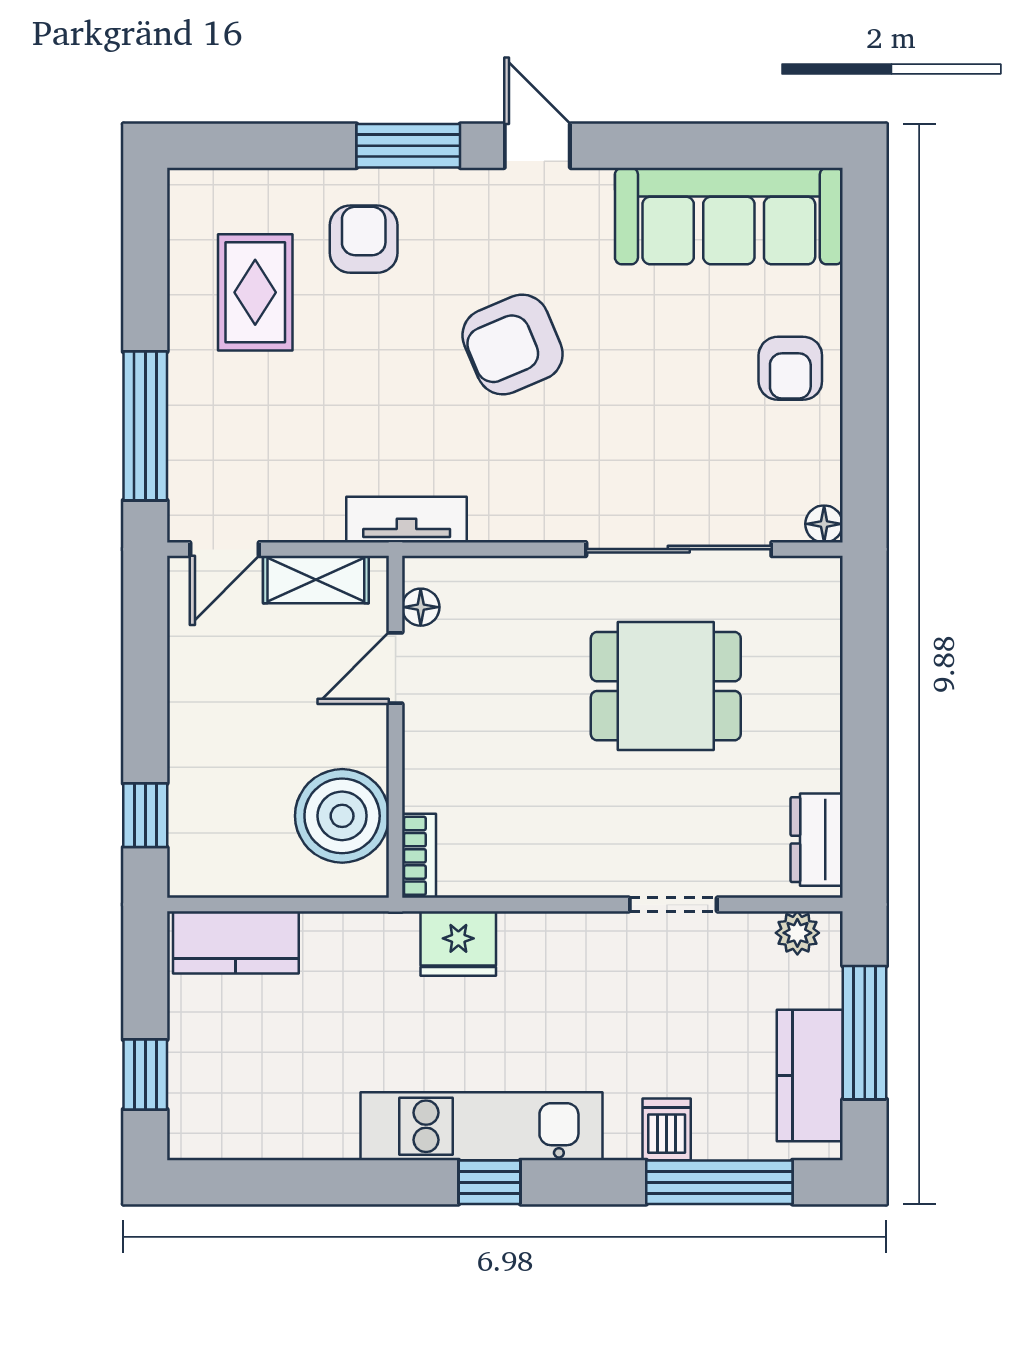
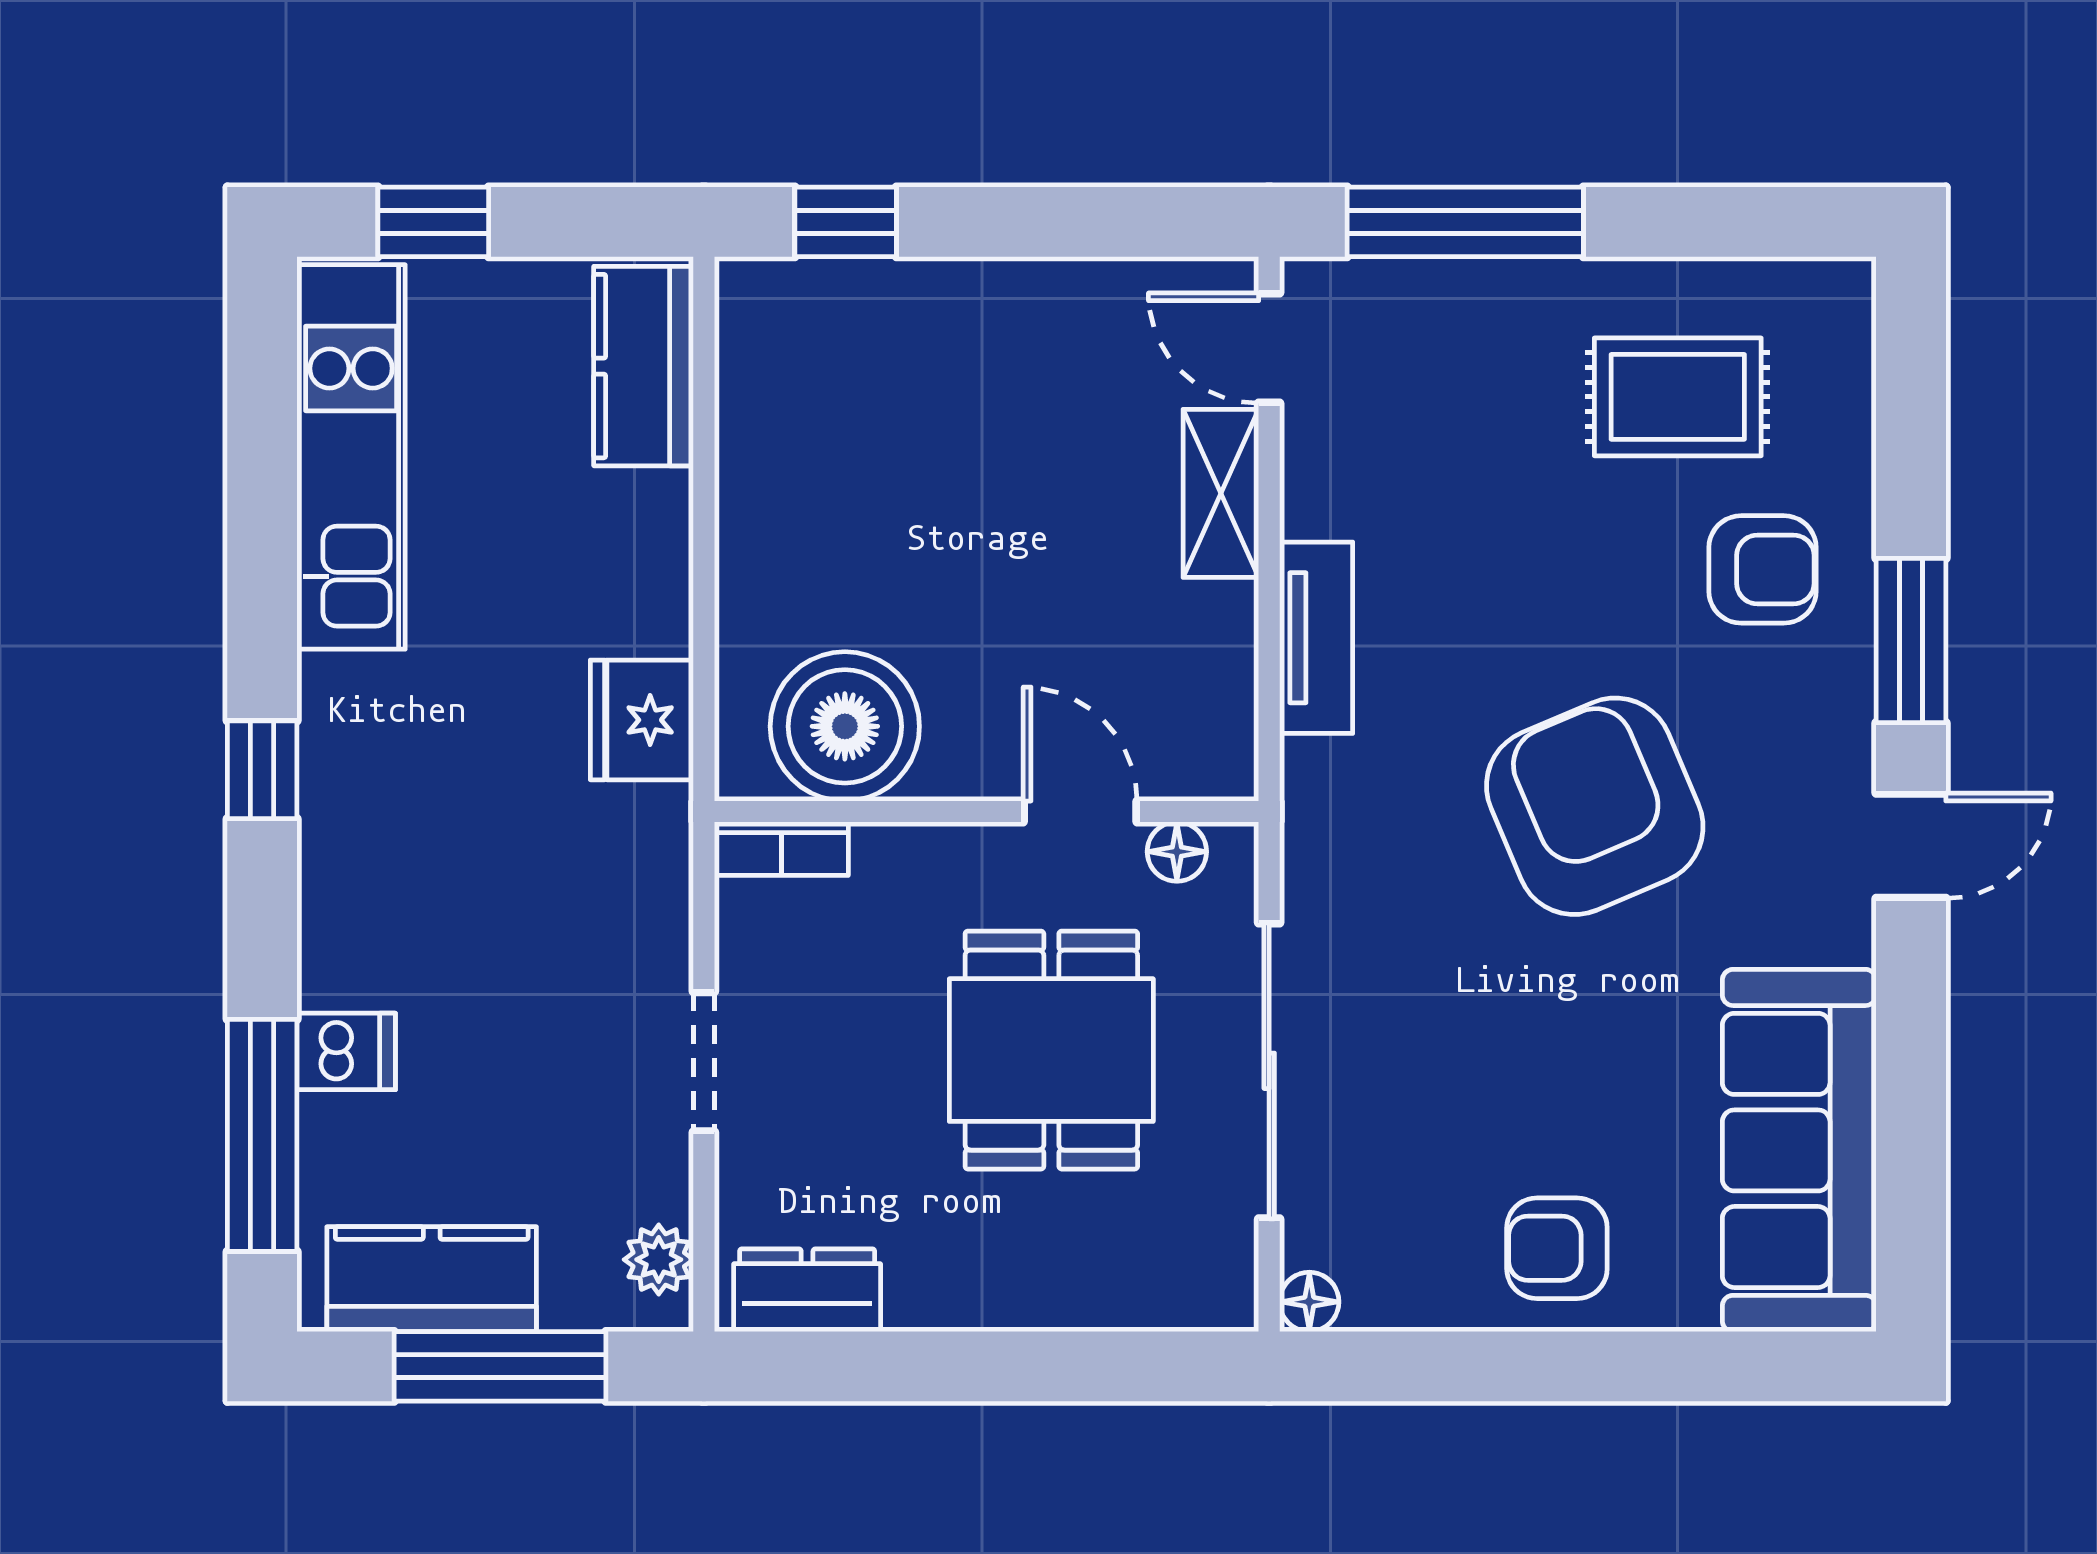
armchair: (513, 345) -> (1595, 806), width x1.36, depth x1.36
floor lamp: (421, 607) -> (1177, 852), moved
door: (396, 668) -> (1080, 811), moved
wall: (396, 727) -> (987, 811), moved
boiler: (342, 816) -> (845, 726), moved
bookcase: (419, 856) -> (781, 849), moved
kitchen unit: (482, 1126) -> (351, 457), moved

